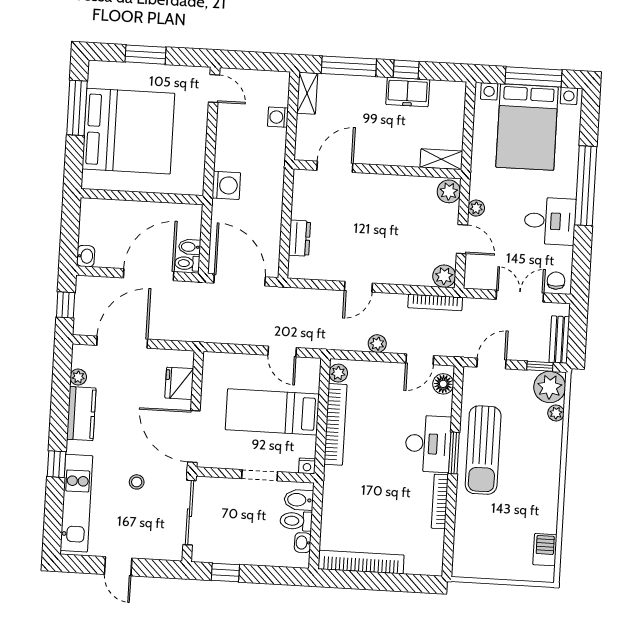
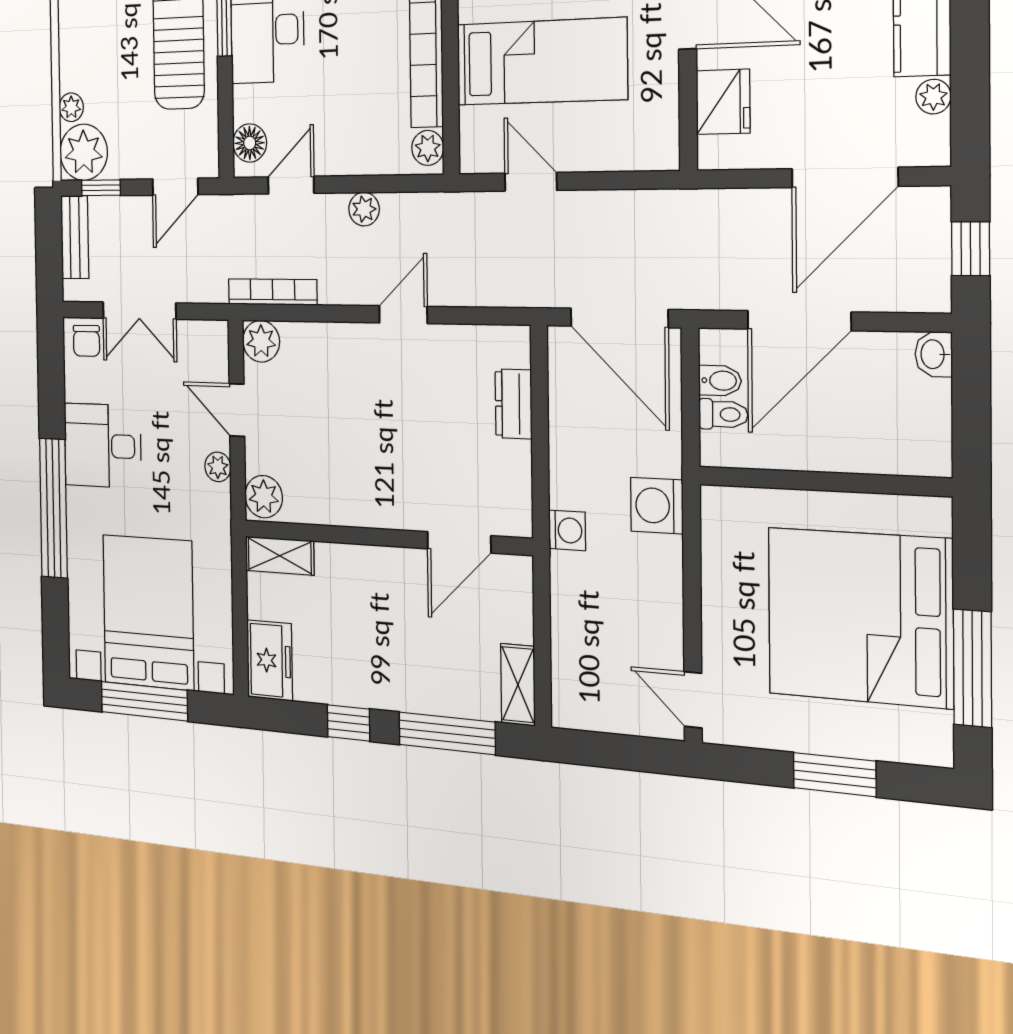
freezer: (408, 92) -> (270, 660), moved, turned 90
washing machine: (278, 117) -> (567, 530), moved
toilet: (187, 263) -> (723, 414), moved

